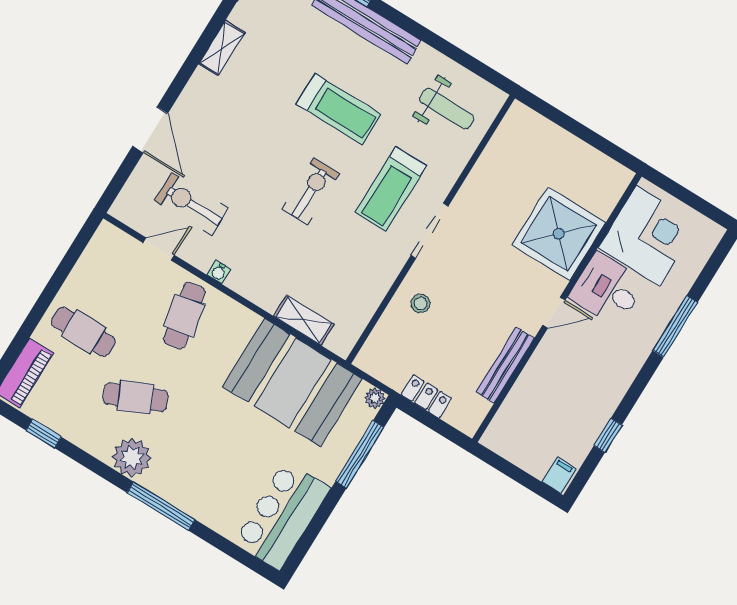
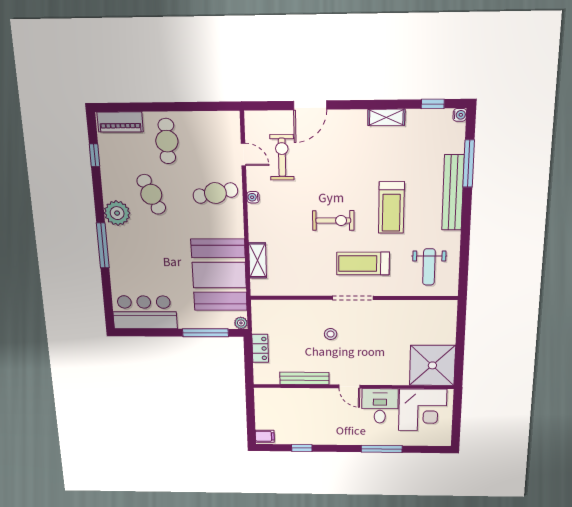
shower: (559, 234) -> (432, 365), moved
stool: (421, 303) -> (331, 334), moved

